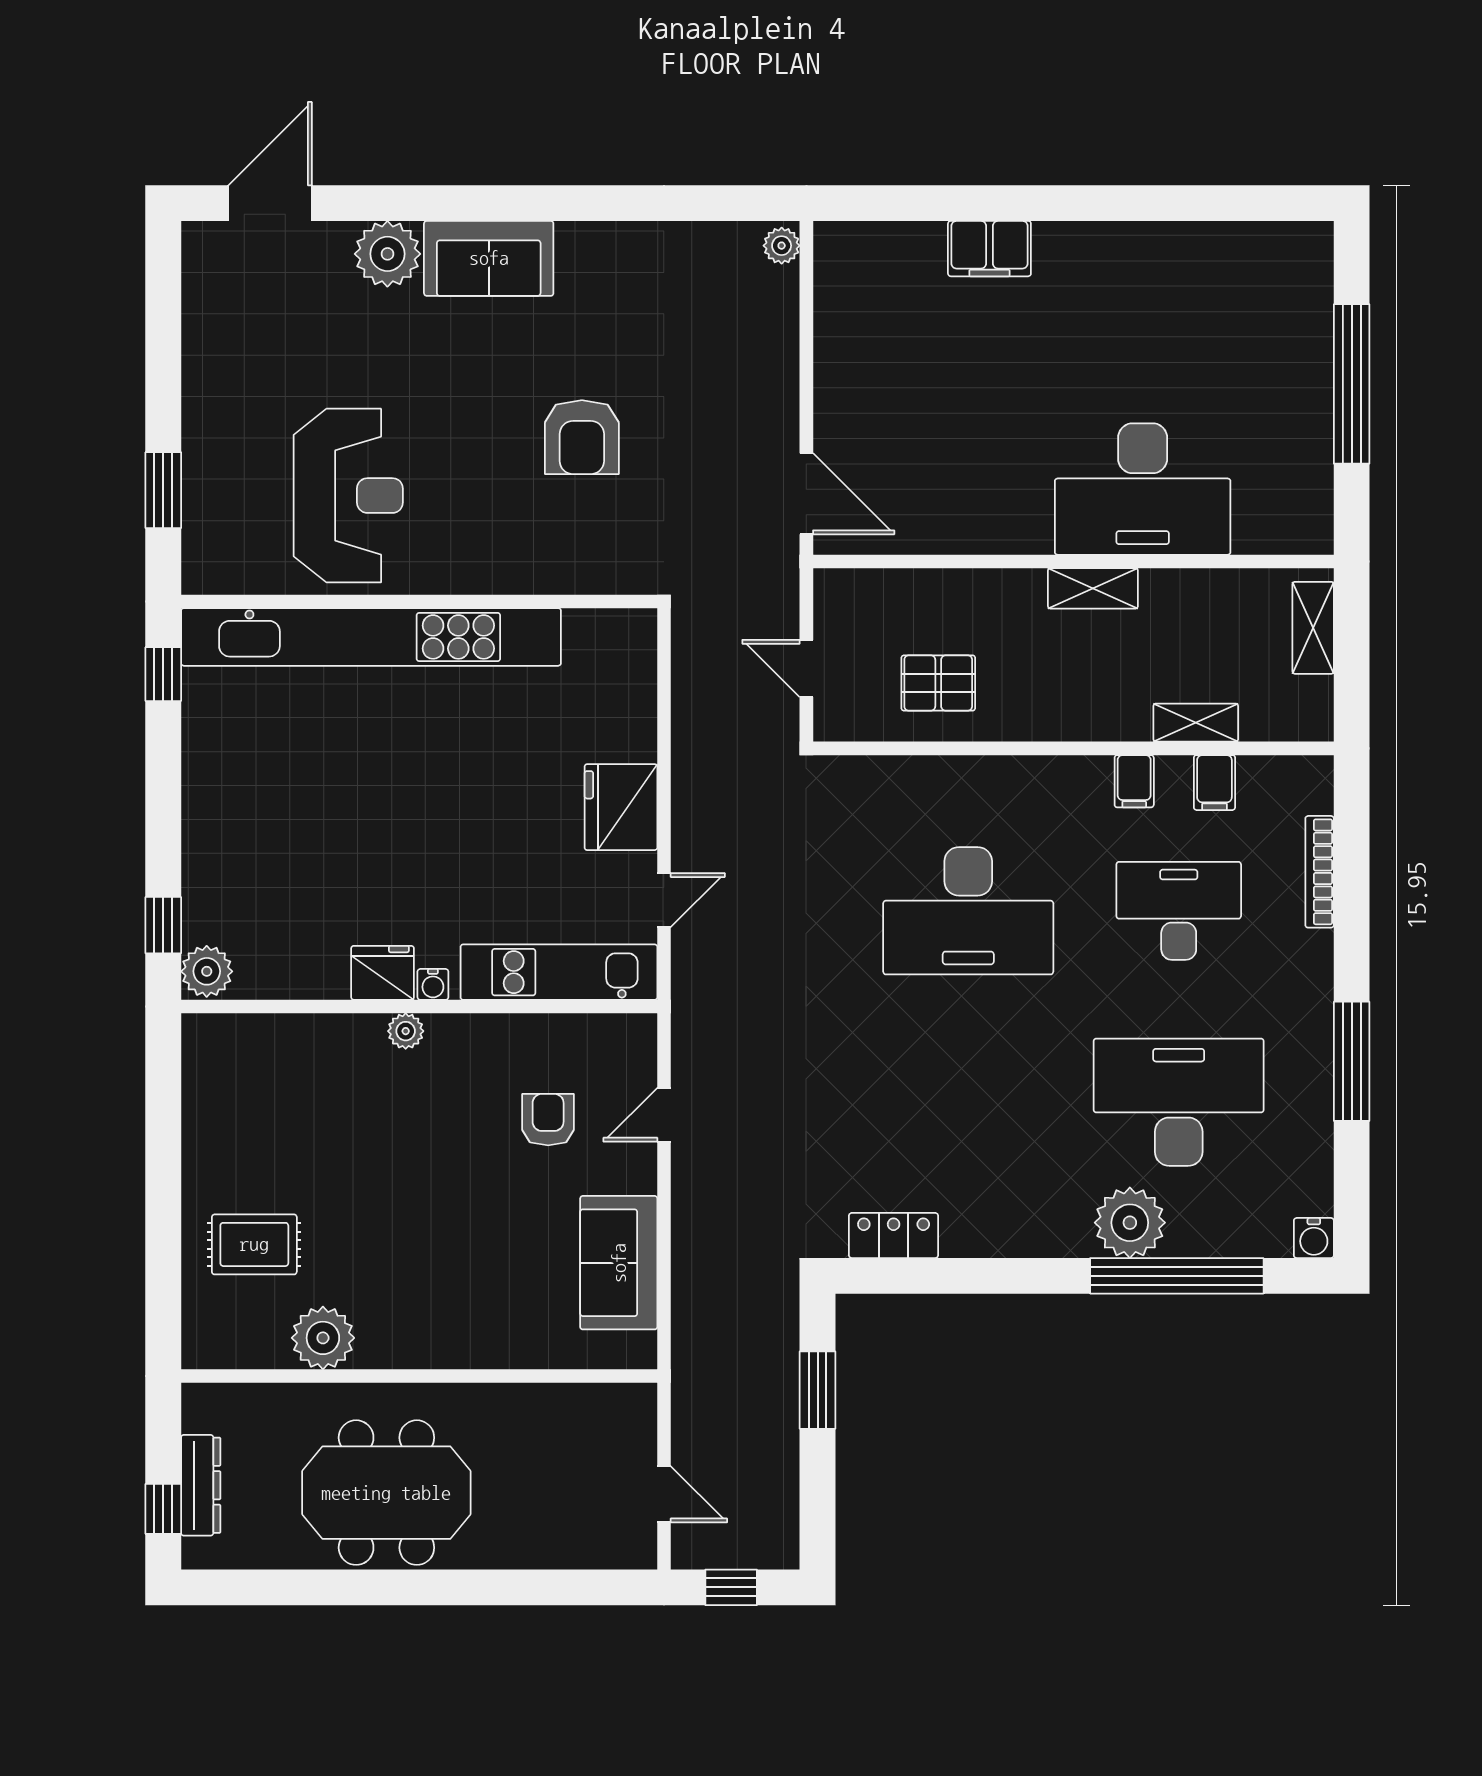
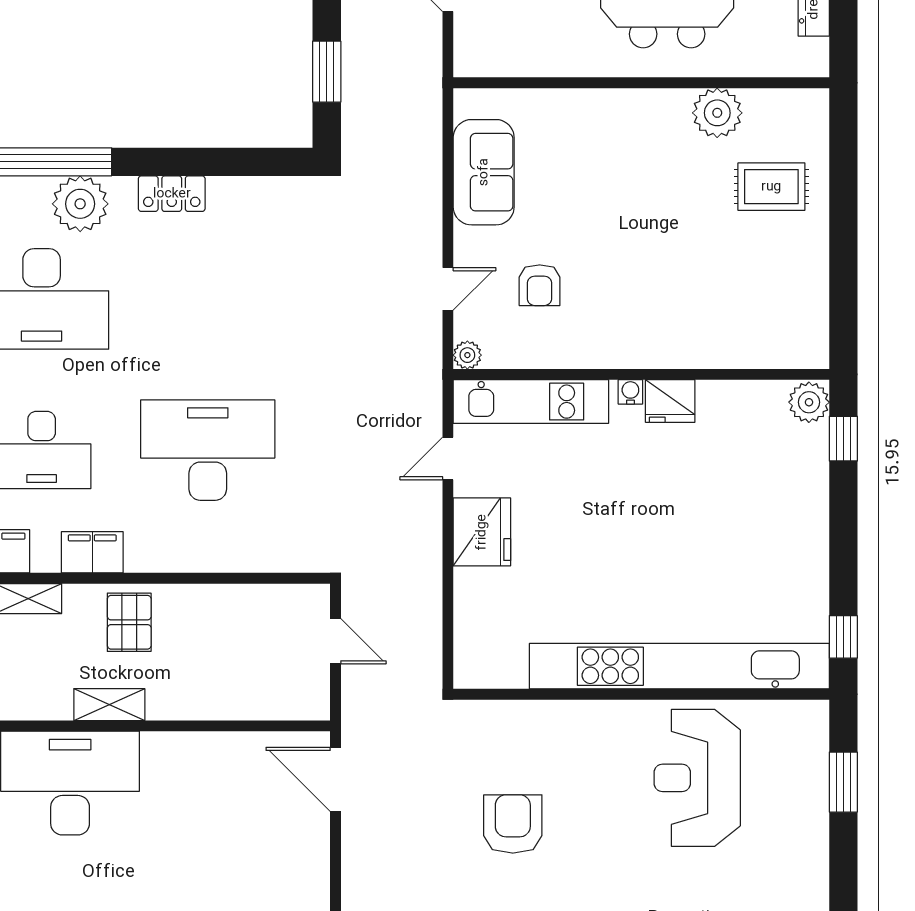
pallet: (938, 683) -> (129, 622), moved, turned 90
filing cabinet: (1134, 781) -> (92, 552), width x2.00
plant: (406, 1031) -> (467, 355), moved
locker: (894, 1235) -> (172, 194), moved

